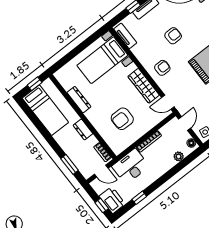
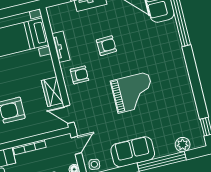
tv unit: (125, 36) -> (61, 47), moved
wardrobe: (144, 86) -> (52, 92), width x0.67

